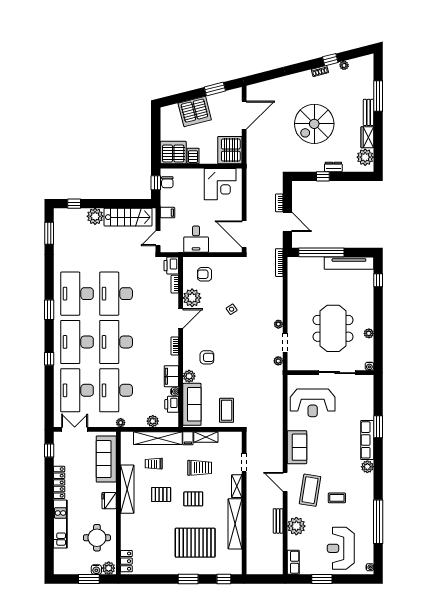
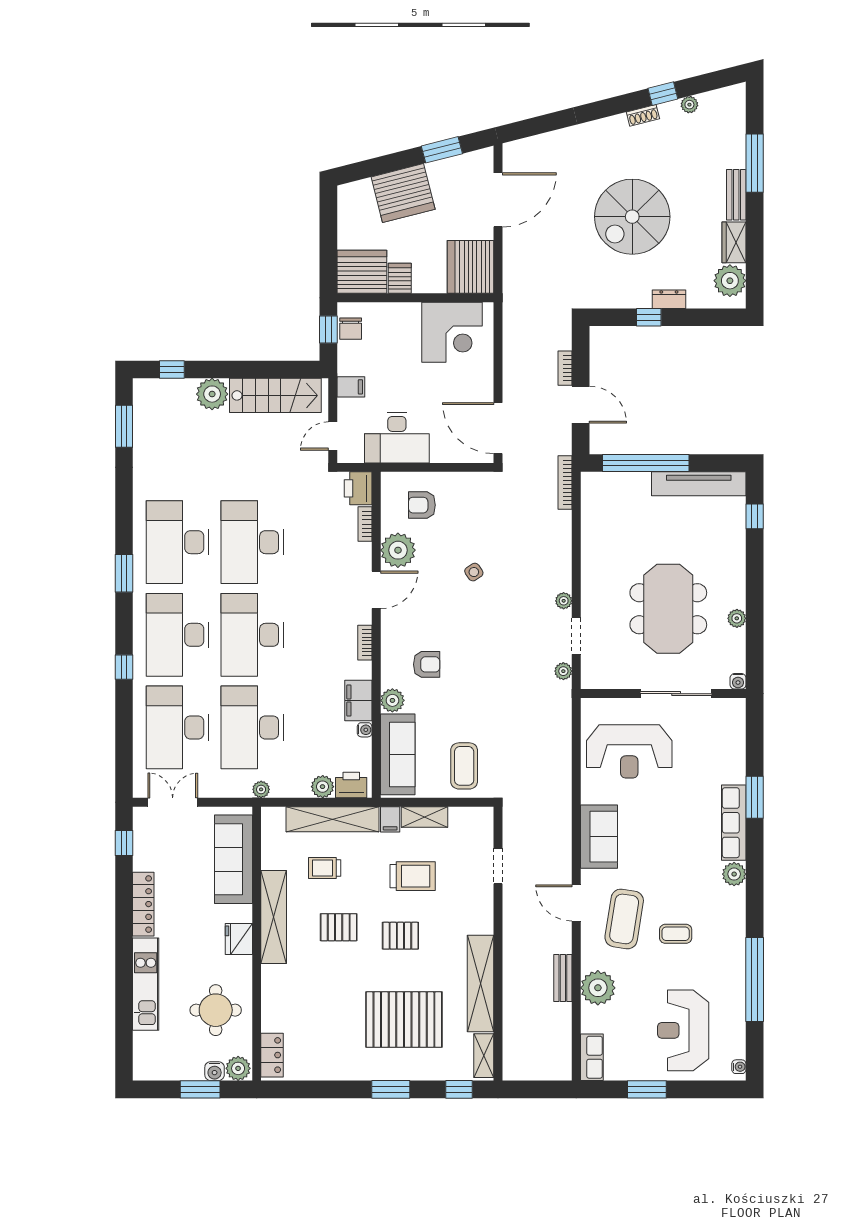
desk: (196, 239) -> (397, 438), width x1.37
printer: (172, 404) -> (351, 785), moved, turned 90
shelving: (237, 486) -> (484, 1056), moved

